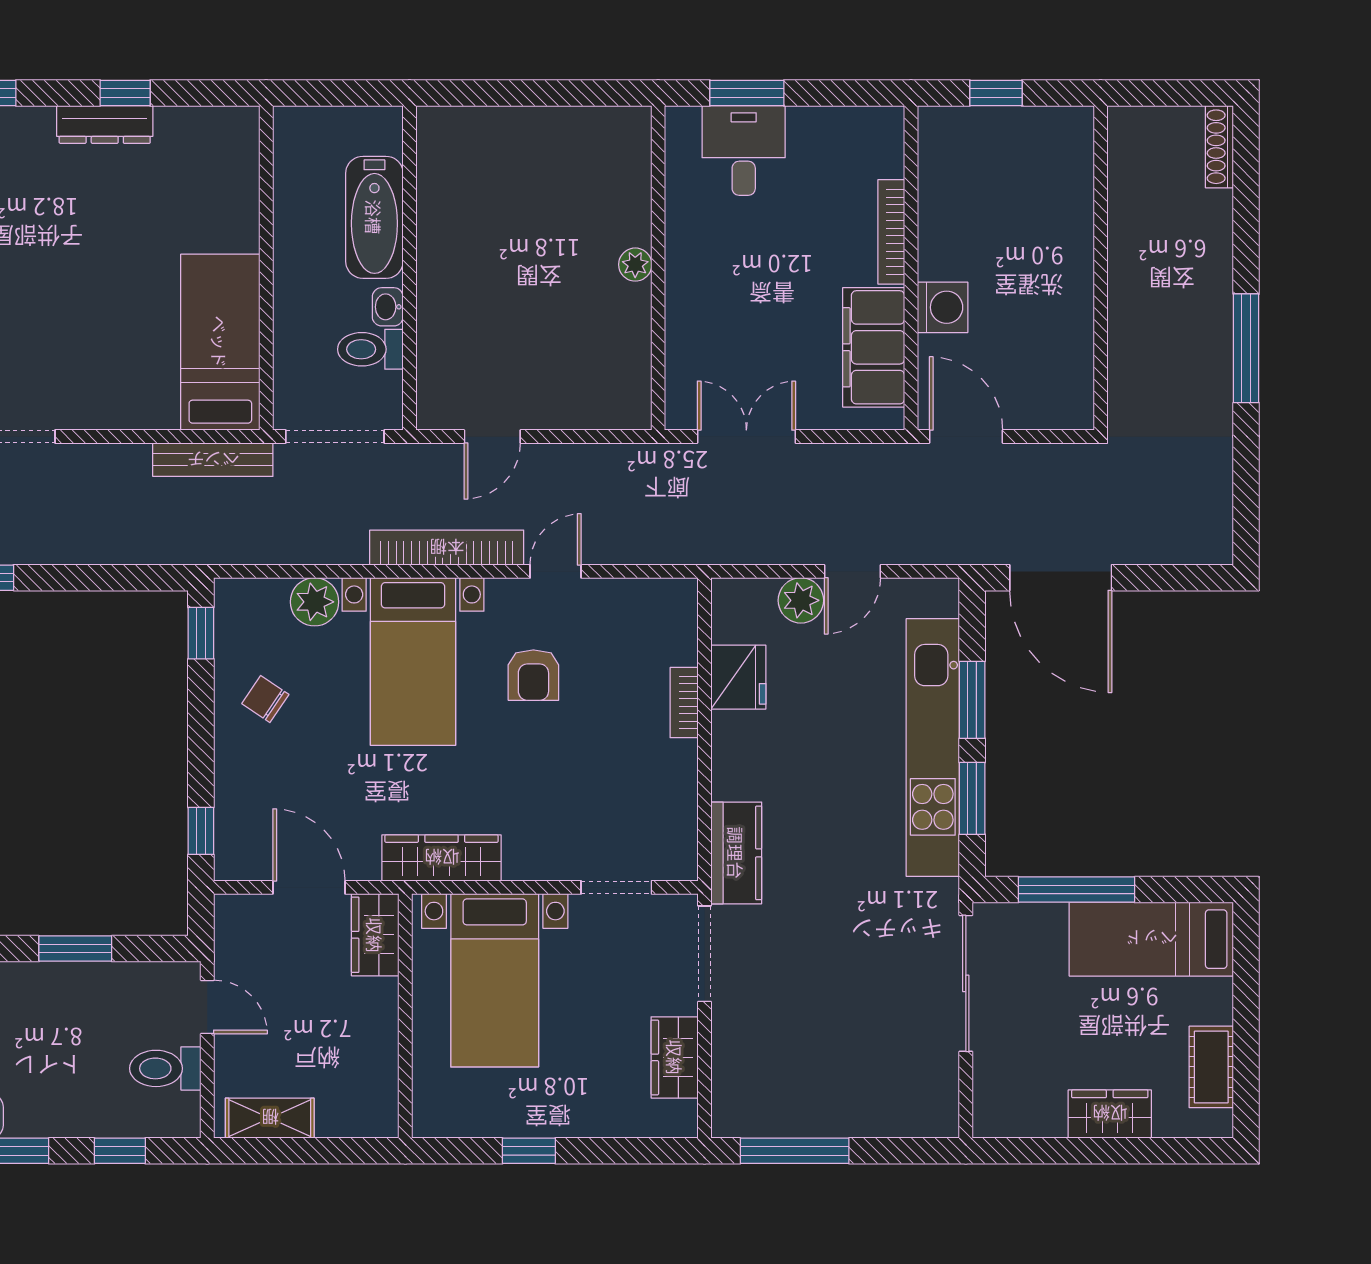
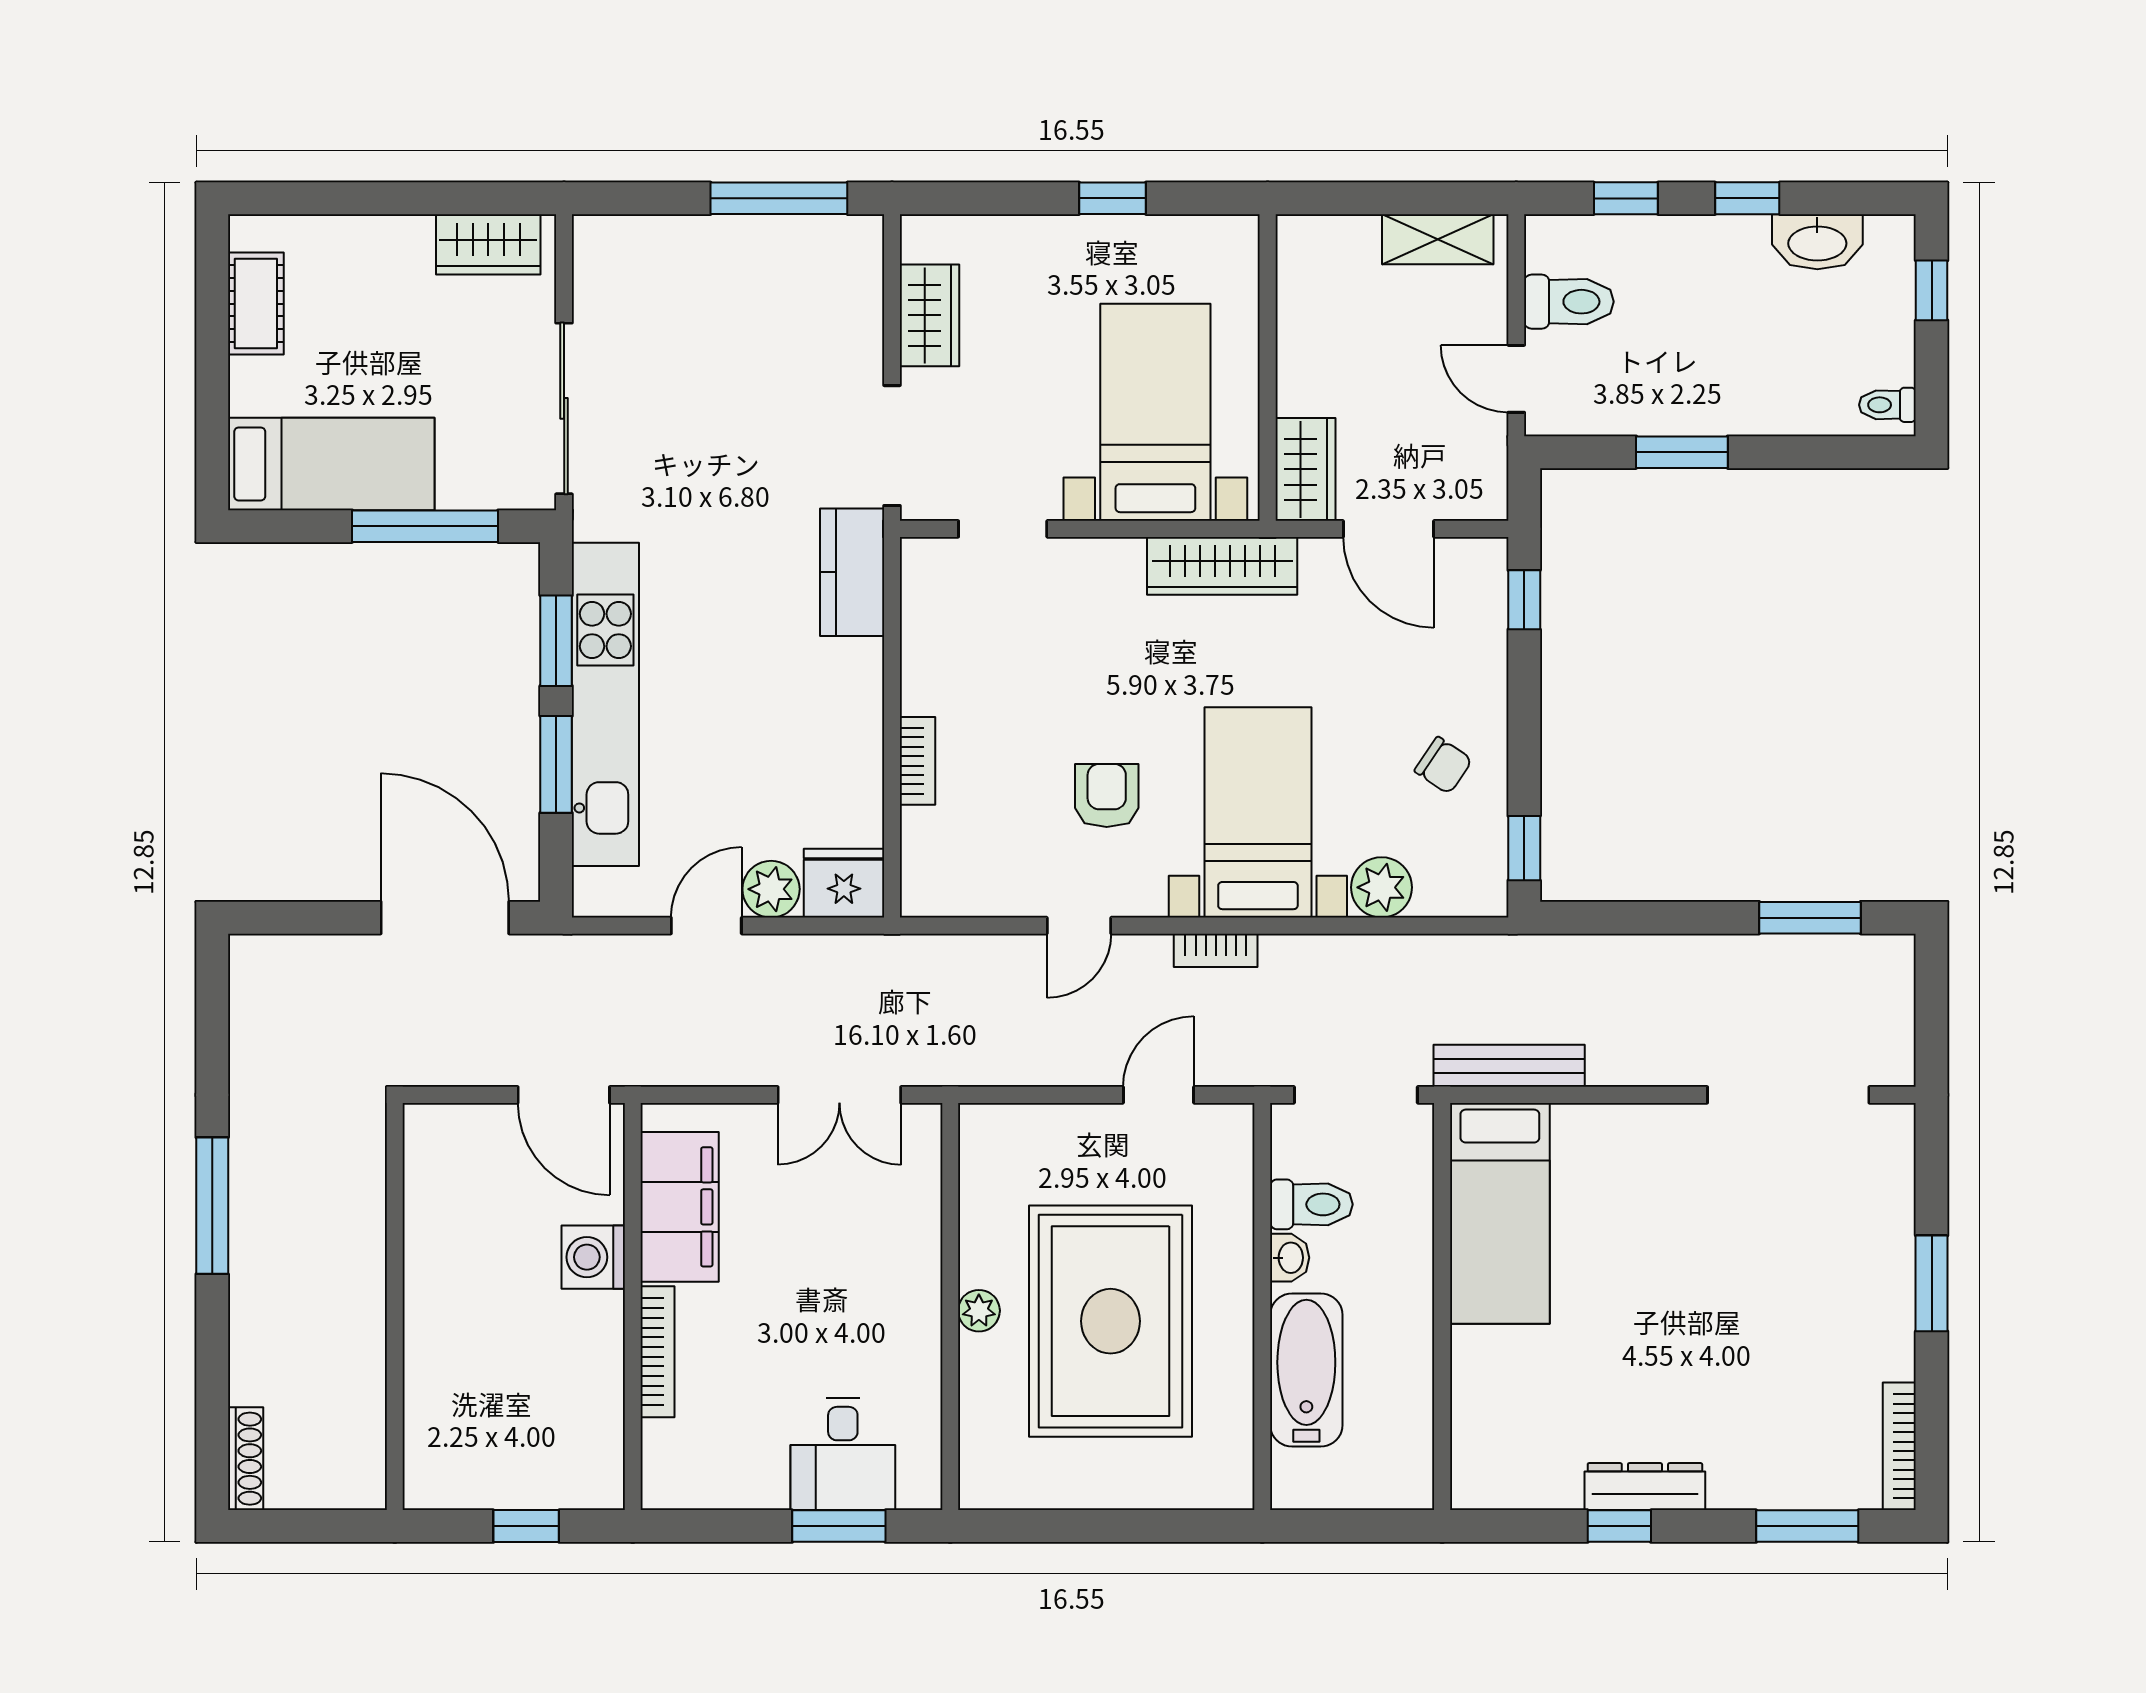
rug: (530, 256) -> (1111, 1321), added
bookcase: (447, 548) -> (1216, 950), width x0.43, depth x0.76
fridge: (738, 677) -> (844, 883), moved, turned 90
wardrobe: (1110, 1114) -> (488, 244), moved

